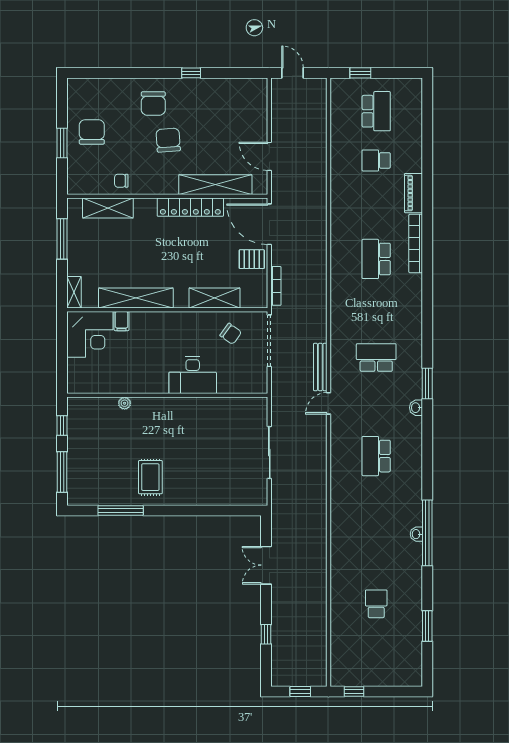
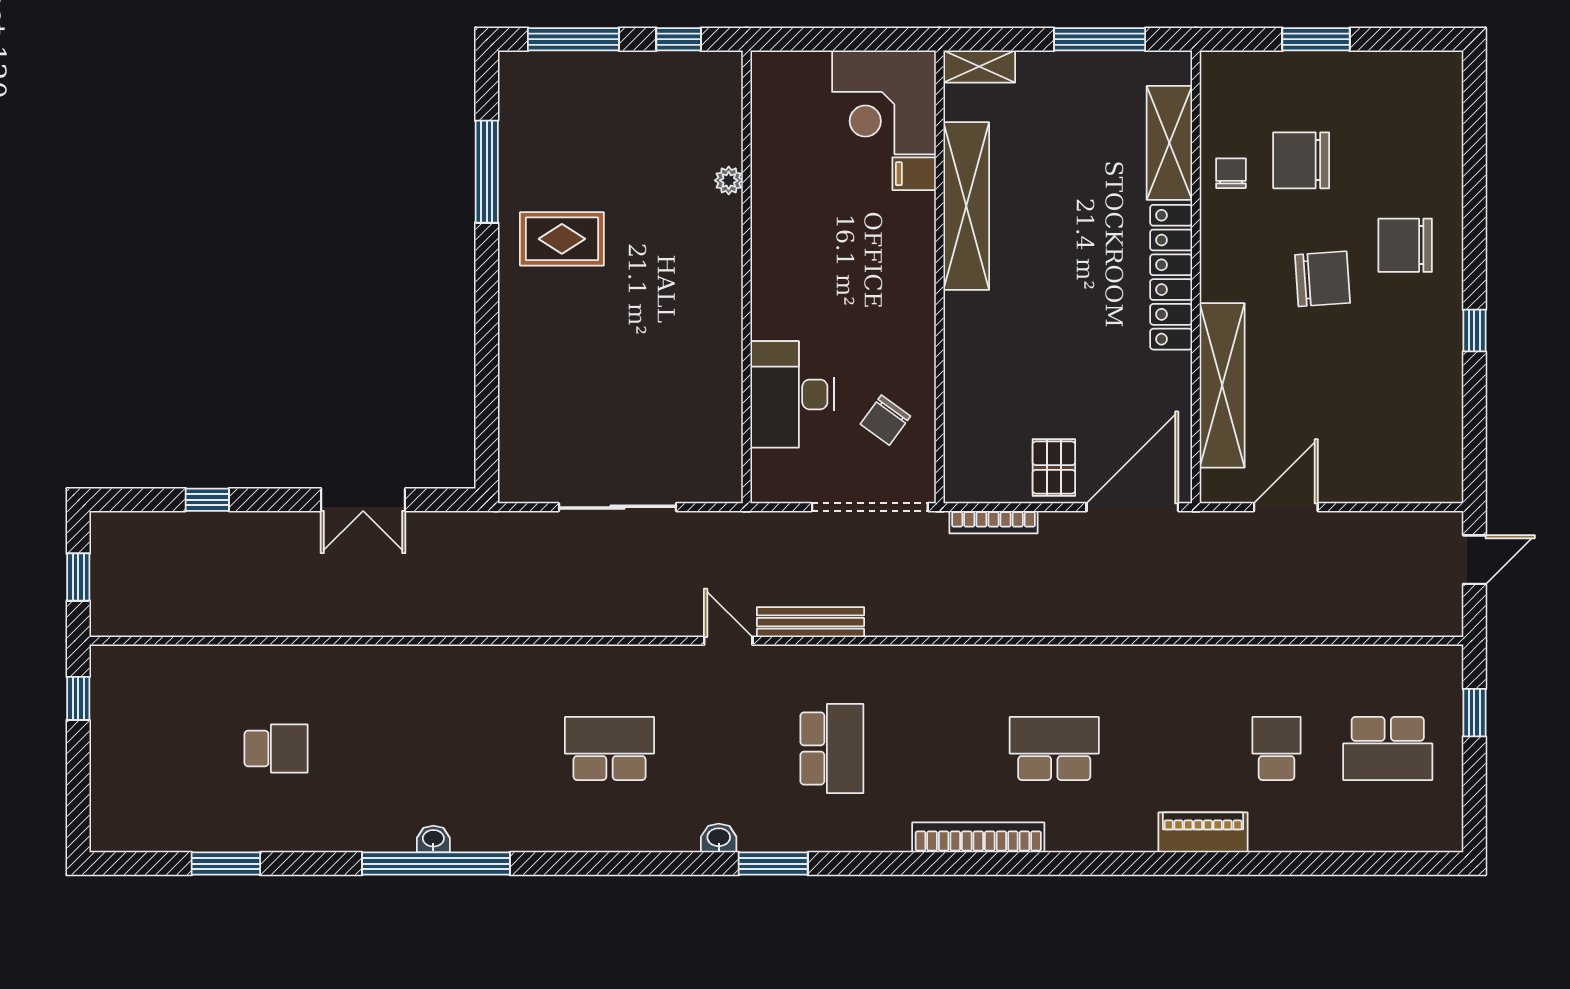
chair: (92, 132) -> (1301, 160), moved, turned 180
locker: (190, 207) -> (1171, 277), moved
bookcase: (416, 243) -> (978, 837), moved
shelving: (215, 298) -> (966, 384), removed
desk: (193, 375) -> (792, 394), moved
double door: (266, 565) -> (363, 500), swing flipped

